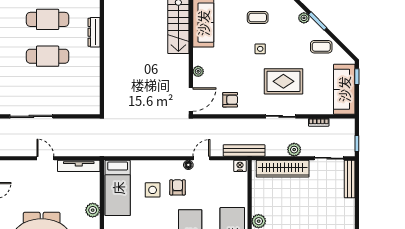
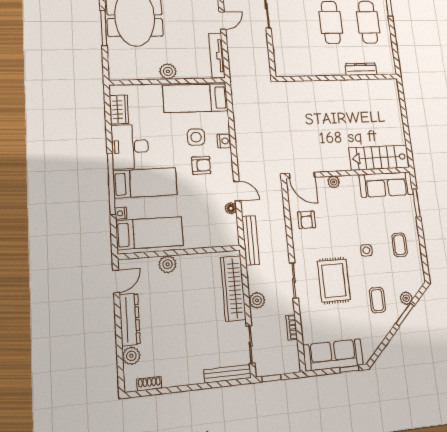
coffee table: (321, 47) -> (377, 300), moved
floor lamp: (188, 165) -> (231, 208), moved
nightstand: (240, 166) -> (224, 141), moved

